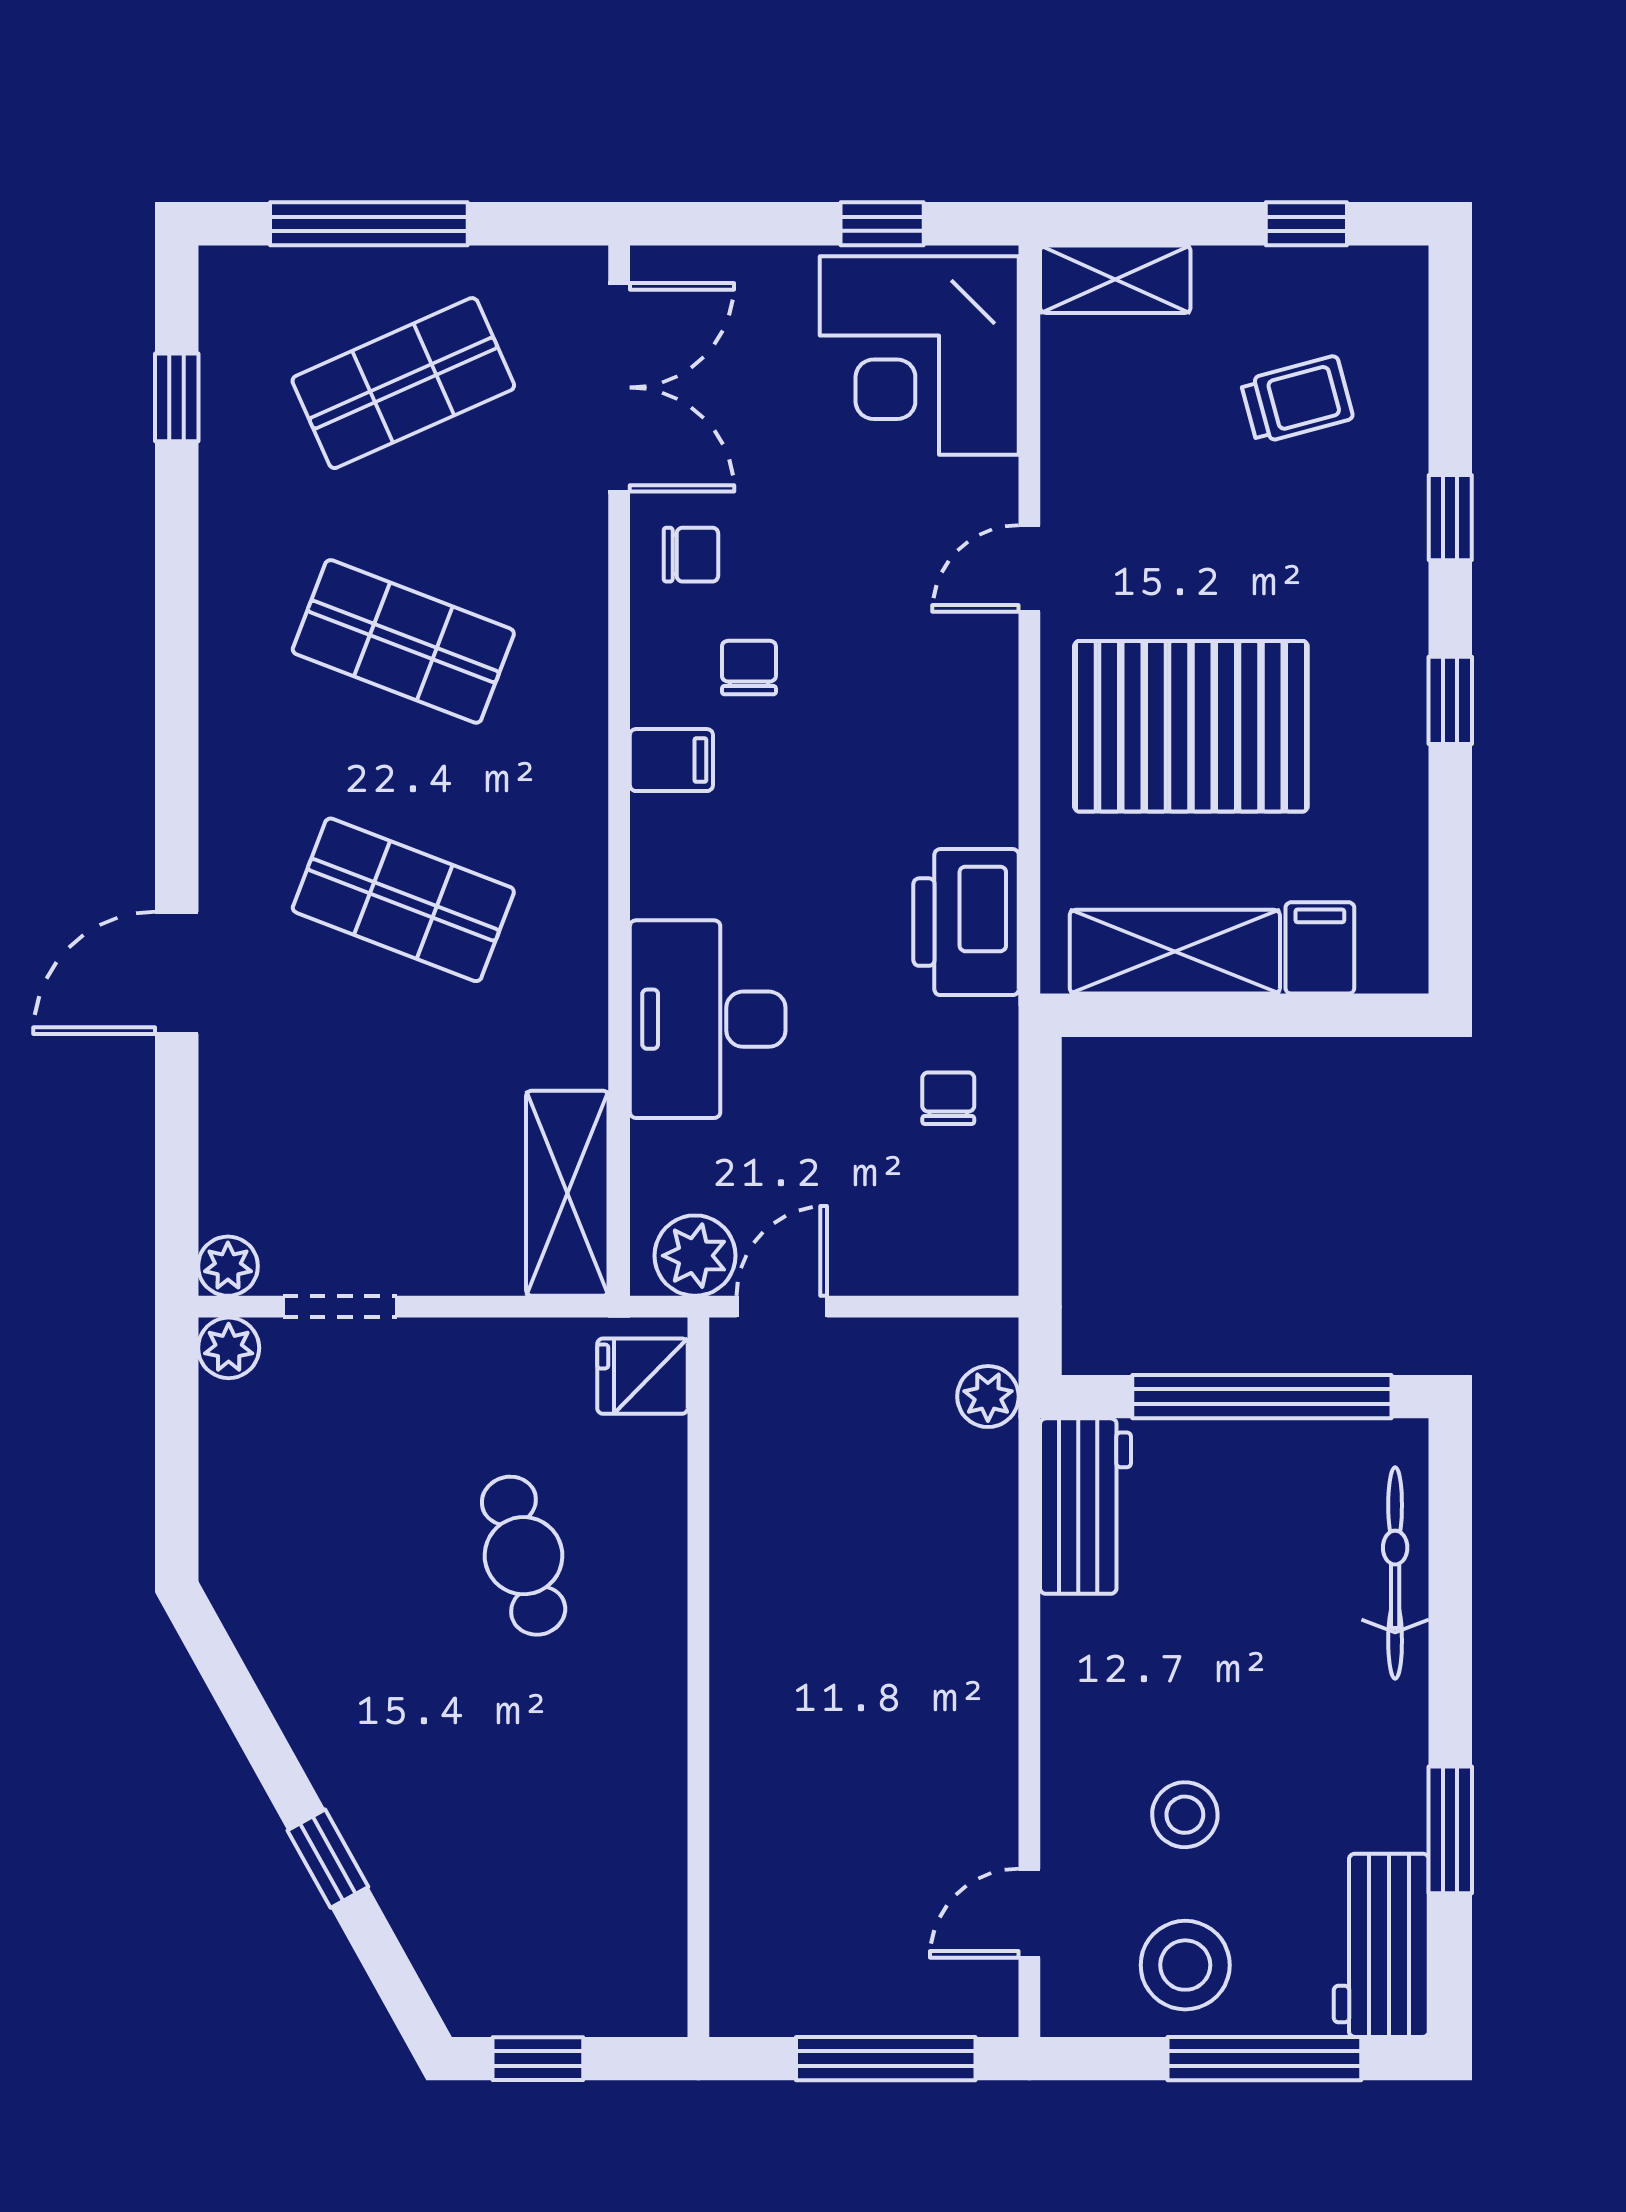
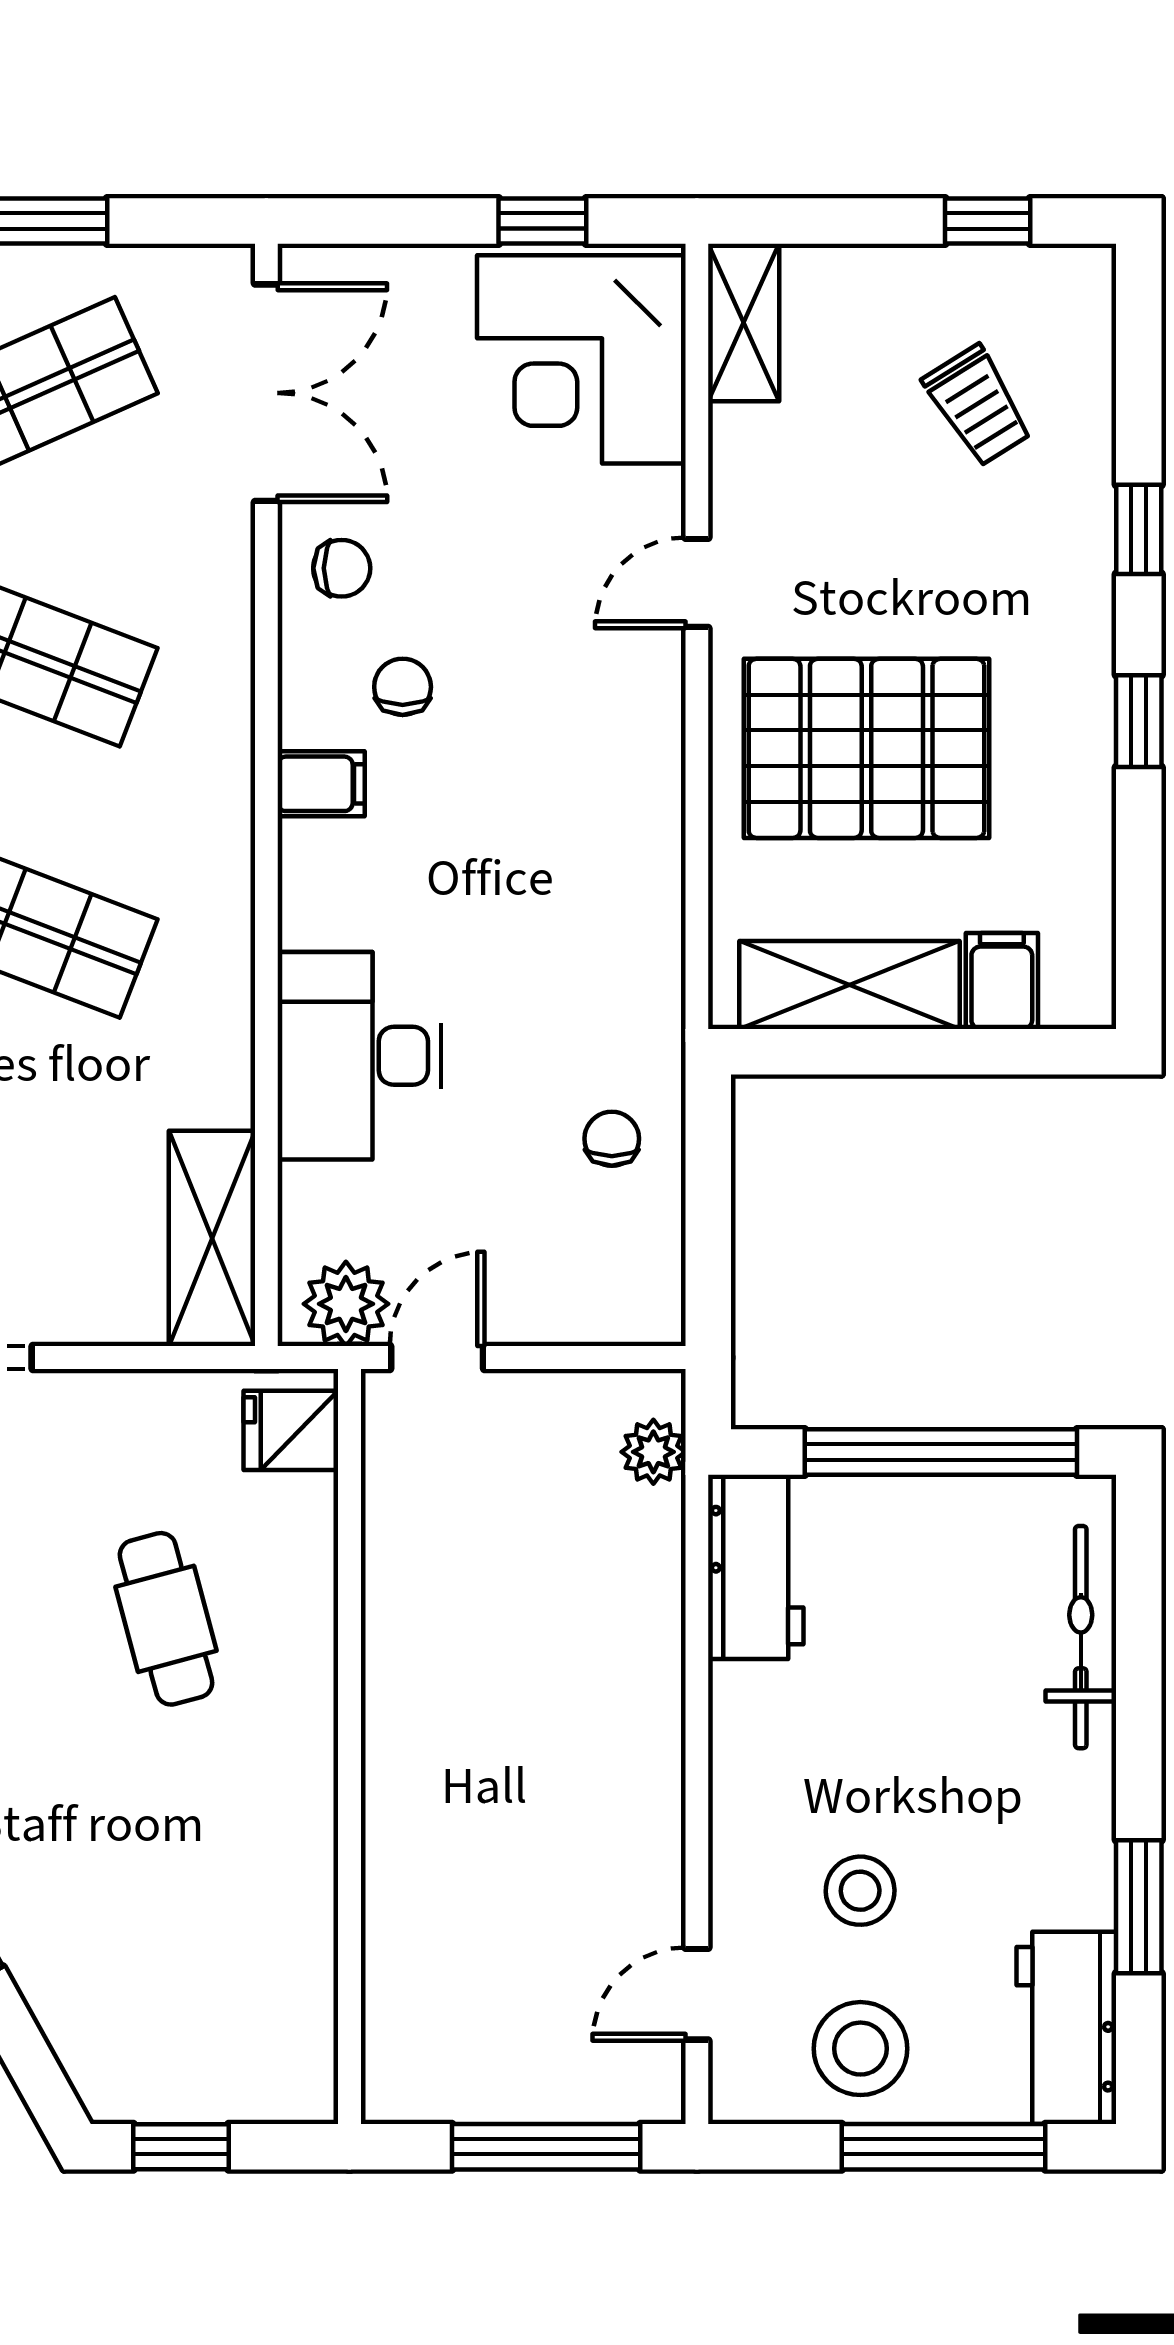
shelving: (1115, 279) -> (744, 323), moved, turned 90
trolley: (1297, 400) -> (978, 406), turned 73
printer: (966, 922) -> (630, 954), removed

